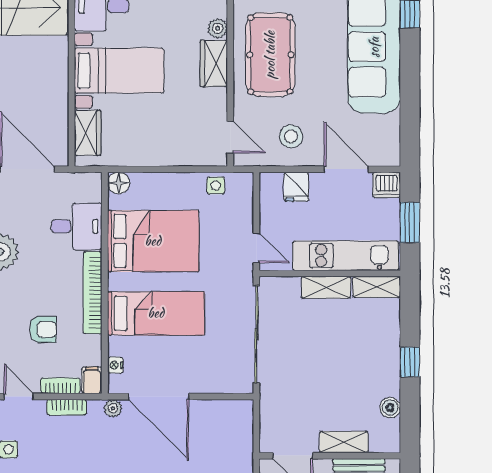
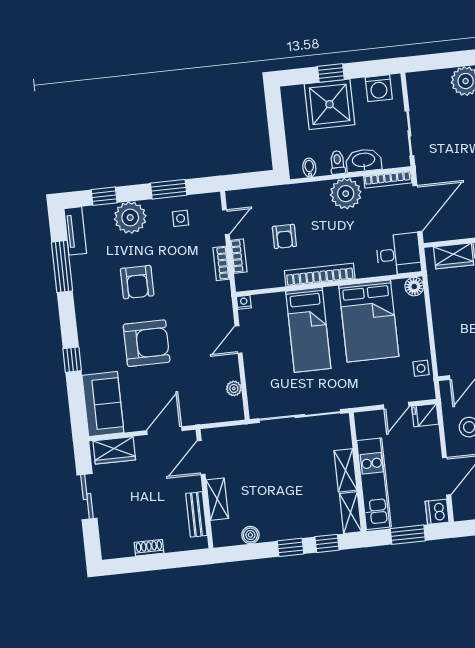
fridge: (296, 187) -> (425, 415), moved
desk: (77, 226) -> (399, 254), moved, turned -90
door: (256, 248) -> (396, 406), moved
window: (410, 319) -> (327, 543), added
nightstand: (115, 365) -> (244, 302), moved
filing cabinet: (92, 380) -> (246, 282), removed
door: (159, 397) -> (239, 340), width x0.53
plant: (113, 408) -> (234, 388), moved

